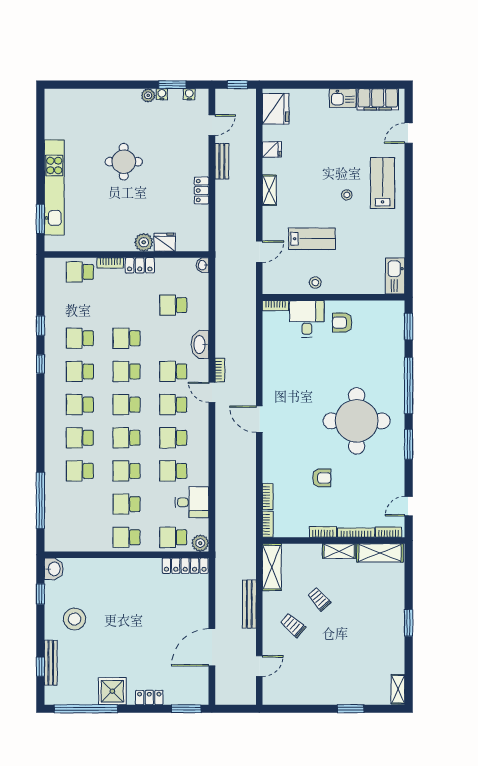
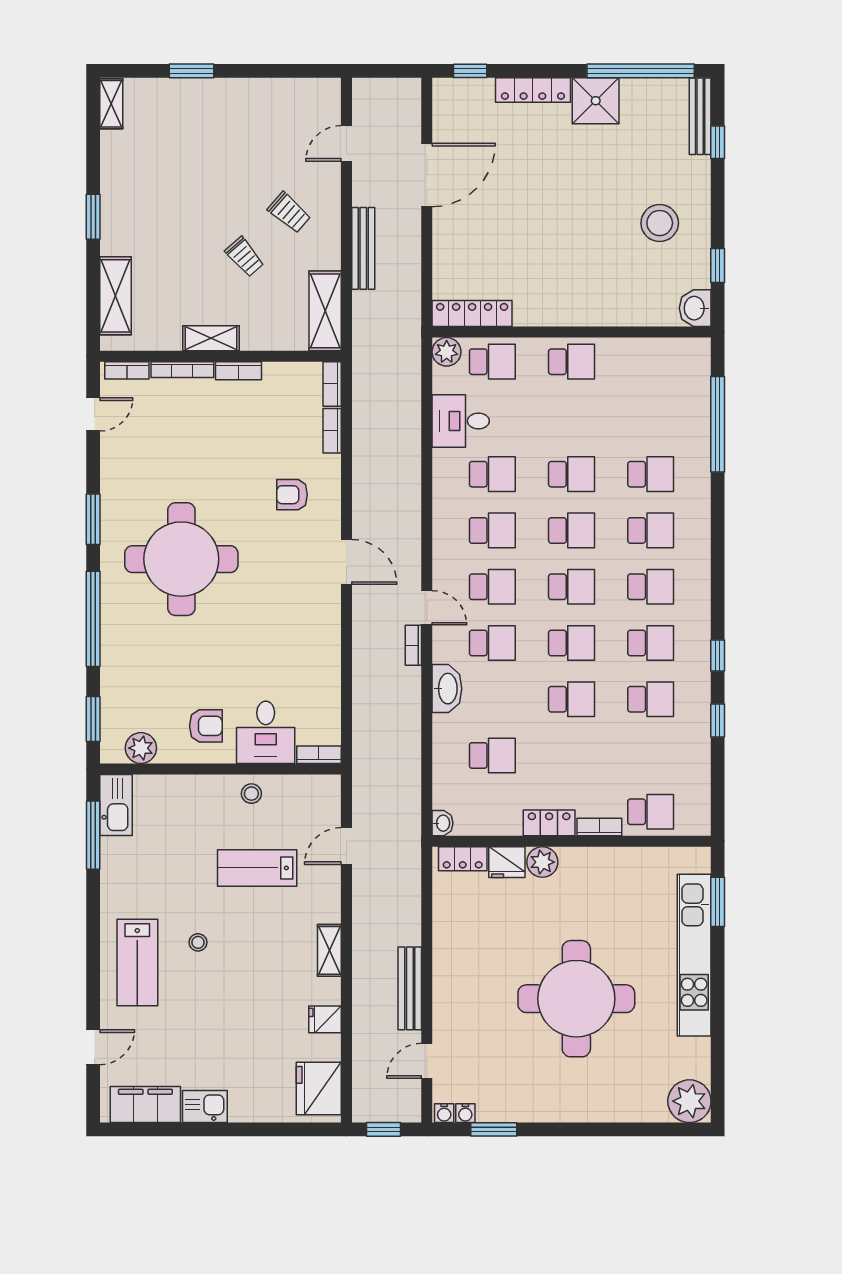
water cooler: (162, 94) -> (444, 1113), moved
plant: (148, 95) -> (689, 1101), moved, width x1.87, depth x1.87
bench: (222, 161) -> (410, 988), width x1.36
round table: (124, 162) -> (576, 999), width x1.86, depth x1.86
locker: (202, 190) -> (463, 859), moved, turned 90
window: (409, 258) -> (93, 835), added
plant: (380, 309) -> (141, 748), added
armchair: (322, 478) -> (292, 495), moved
school desk: (127, 504) -> (572, 418), removed
shelving: (380, 553) -> (116, 296), moved, turned 90
bench: (51, 663) -> (700, 116), moved
locker: (149, 698) -> (533, 90), width x1.53
window: (186, 709) -> (470, 71), width x0.67

